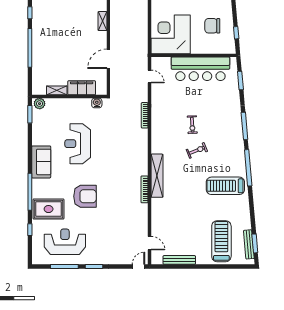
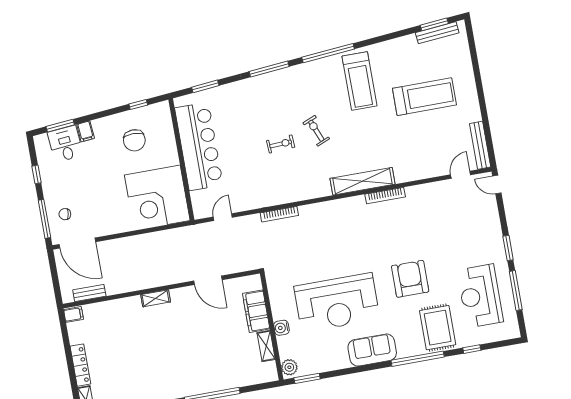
water cooler: (97, 103) -> (281, 328), moved
reception desk: (78, 144) -> (337, 303), width x1.36, depth x1.30
treadmill: (221, 241) -> (424, 97), moved, turned 180
bench: (179, 260) -> (480, 145), moved

